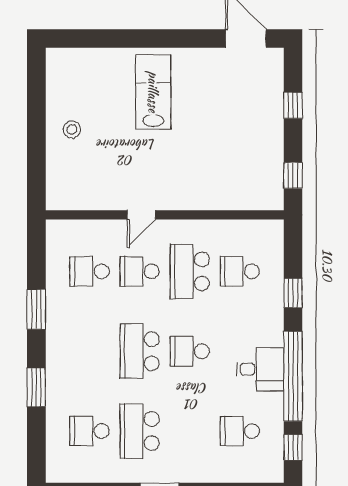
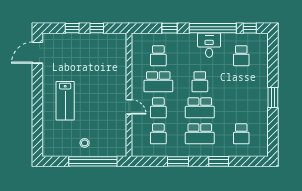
lab bench: (153, 92) -> (65, 101), turned -90
window: (36, 146) -> (93, 161), added
window: (293, 176) -> (97, 28), moved
school desk: (140, 431) -> (200, 134), moved

